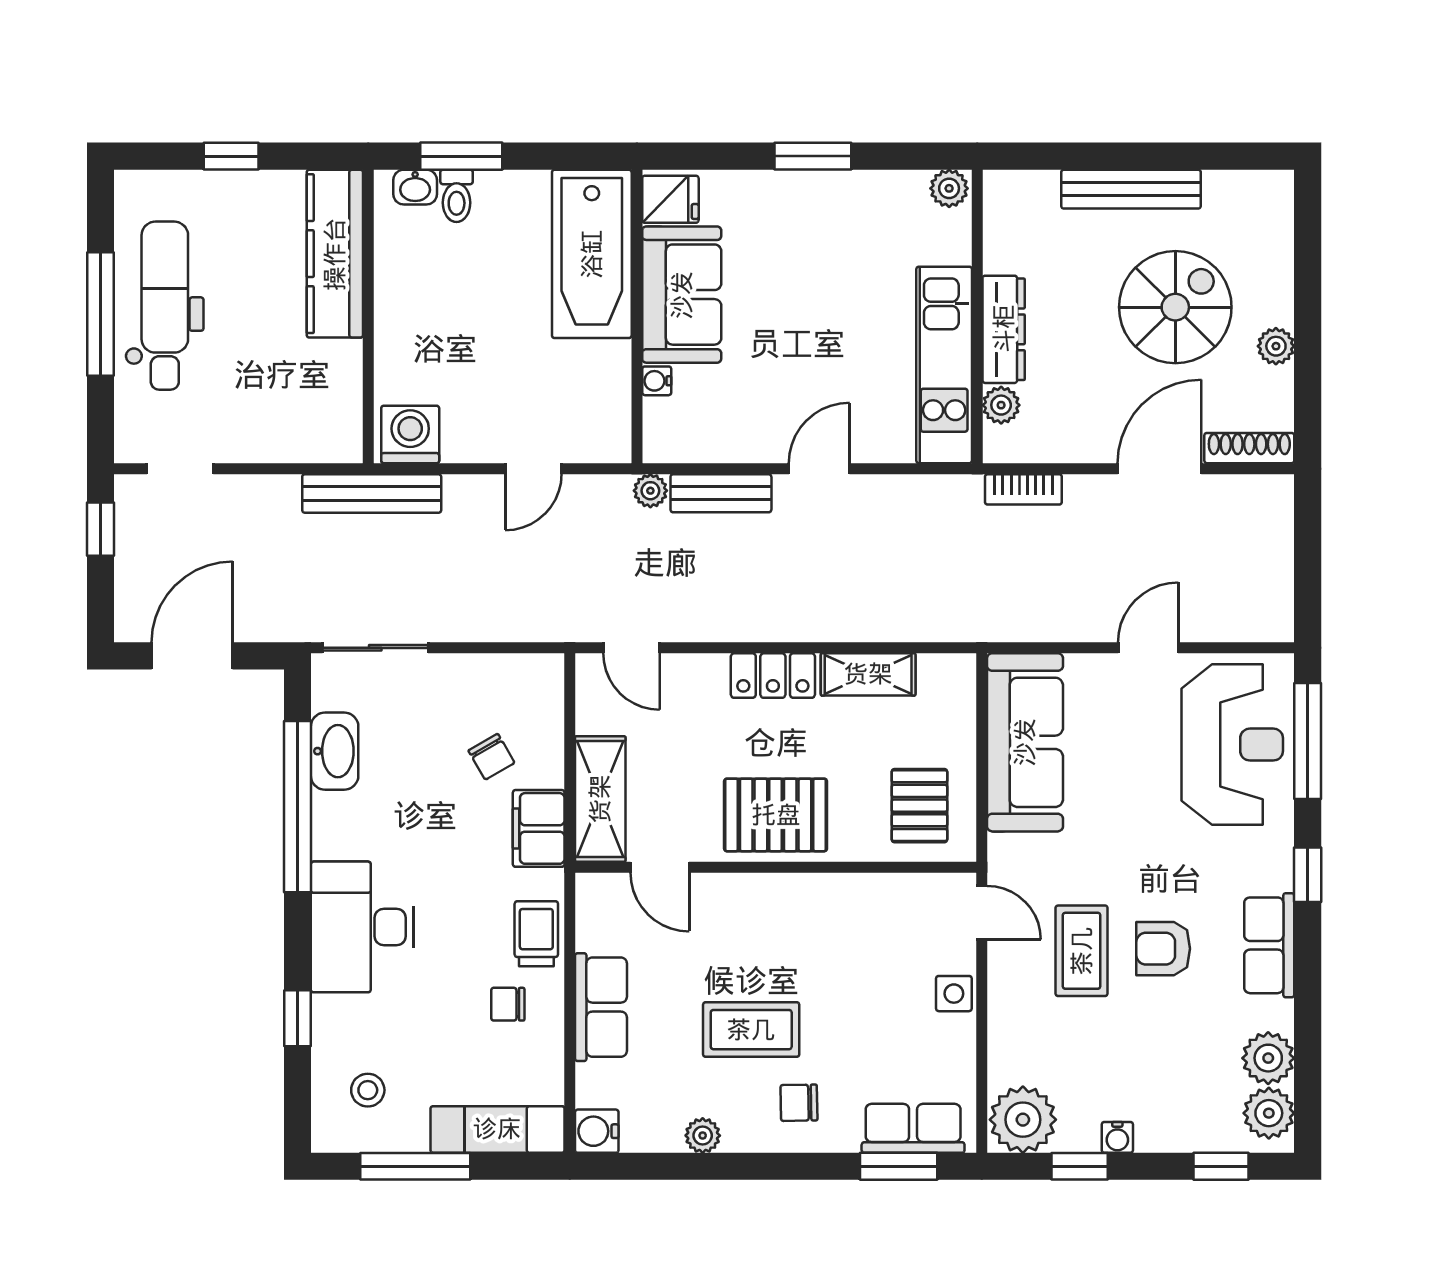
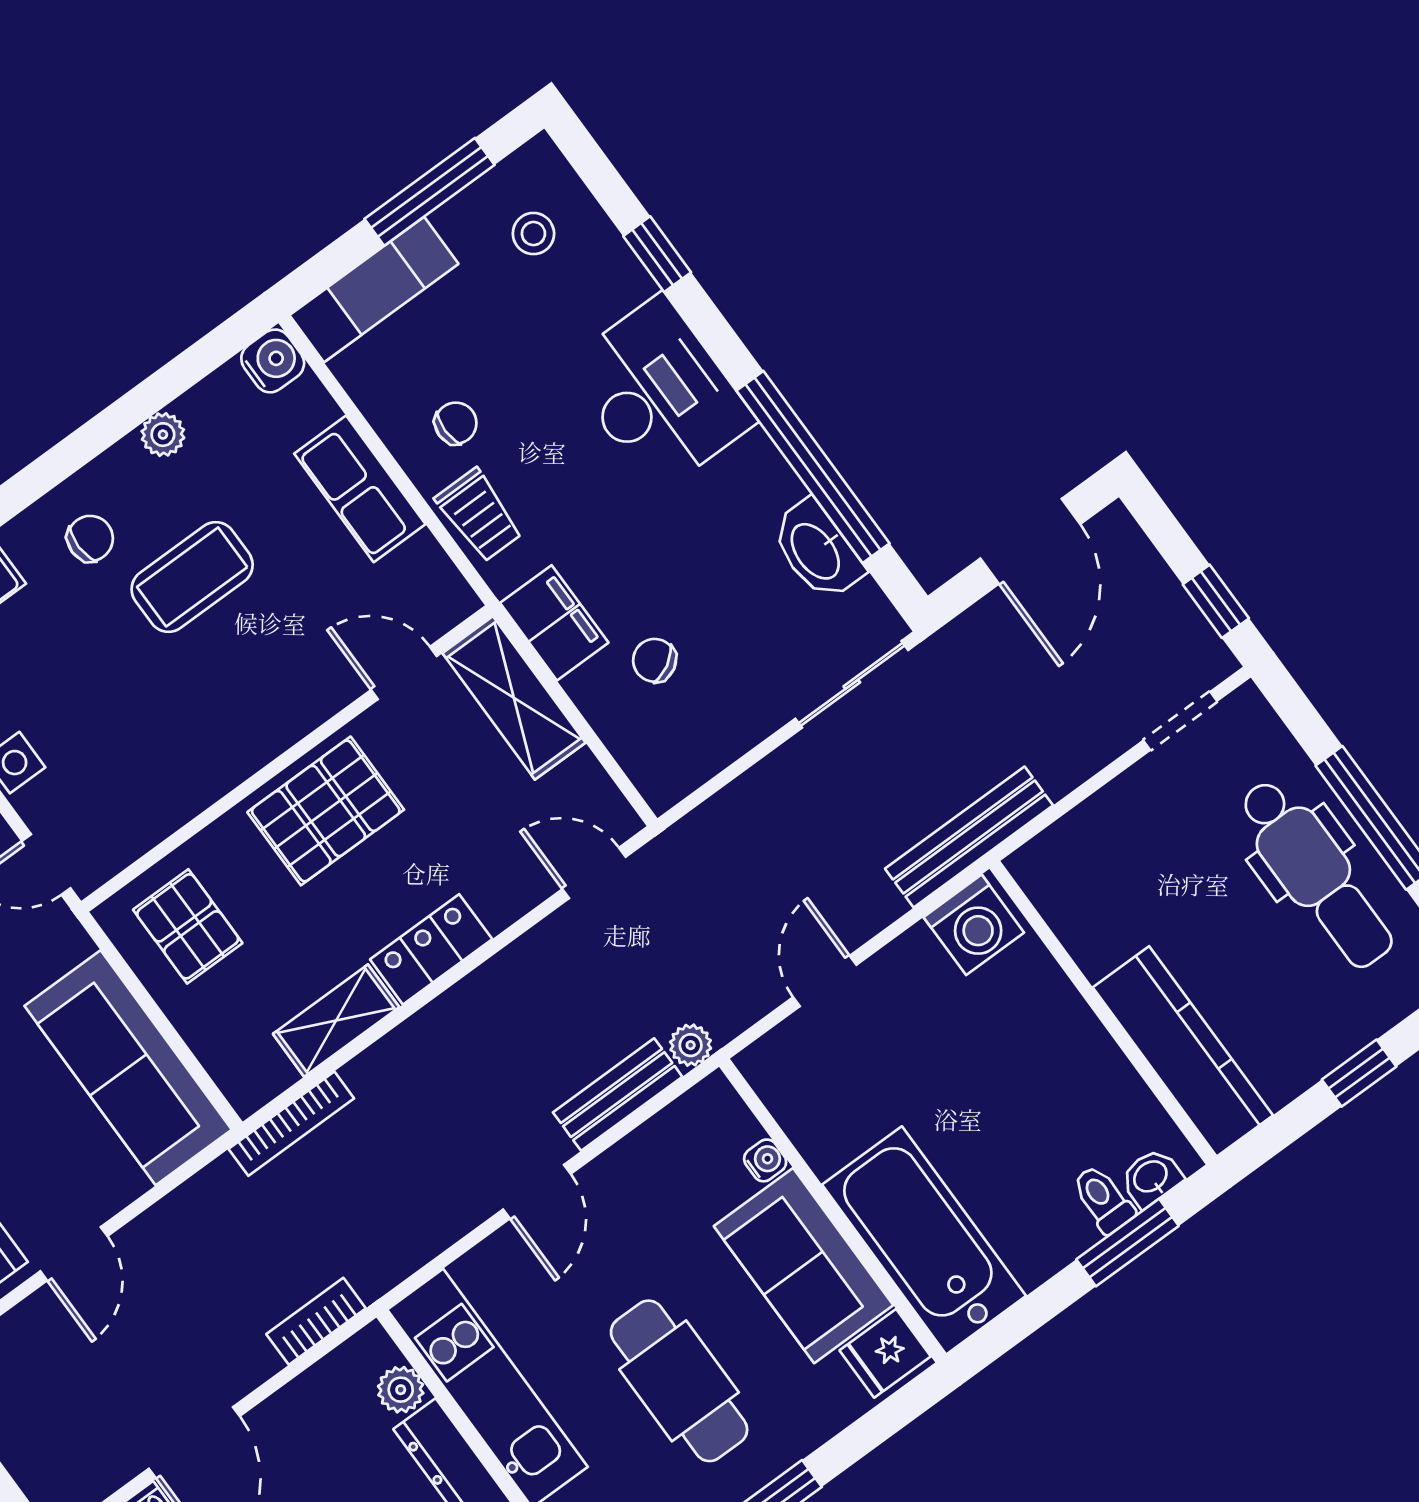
cafe table: (817, 279) -> (679, 1381), added
bookcase: (946, 629) -> (291, 1124), added

